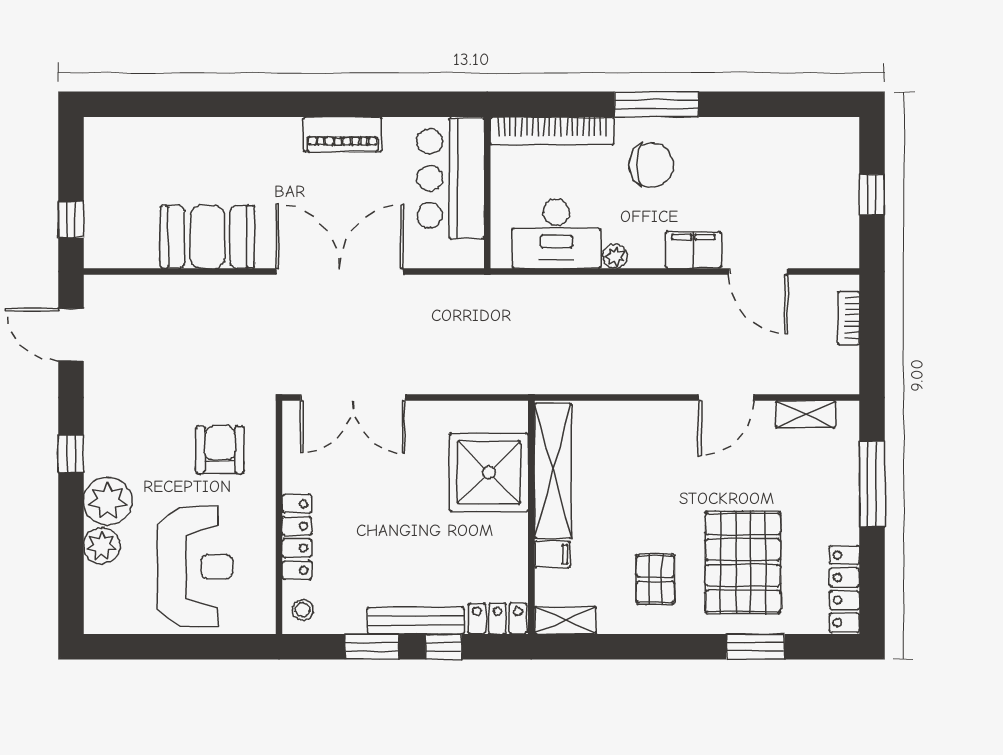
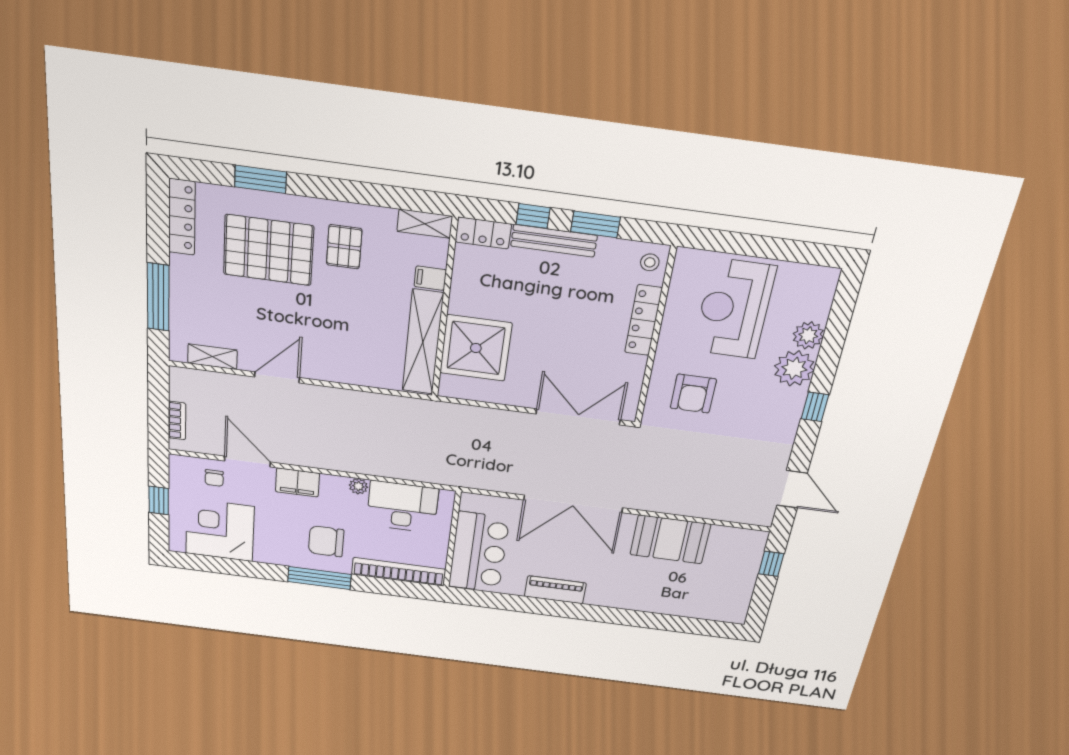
corner desk: (791, 161) -> (220, 530), added
chair: (800, 240) -> (214, 478), added
pallet: (743, 562) -> (268, 250), turned 90

